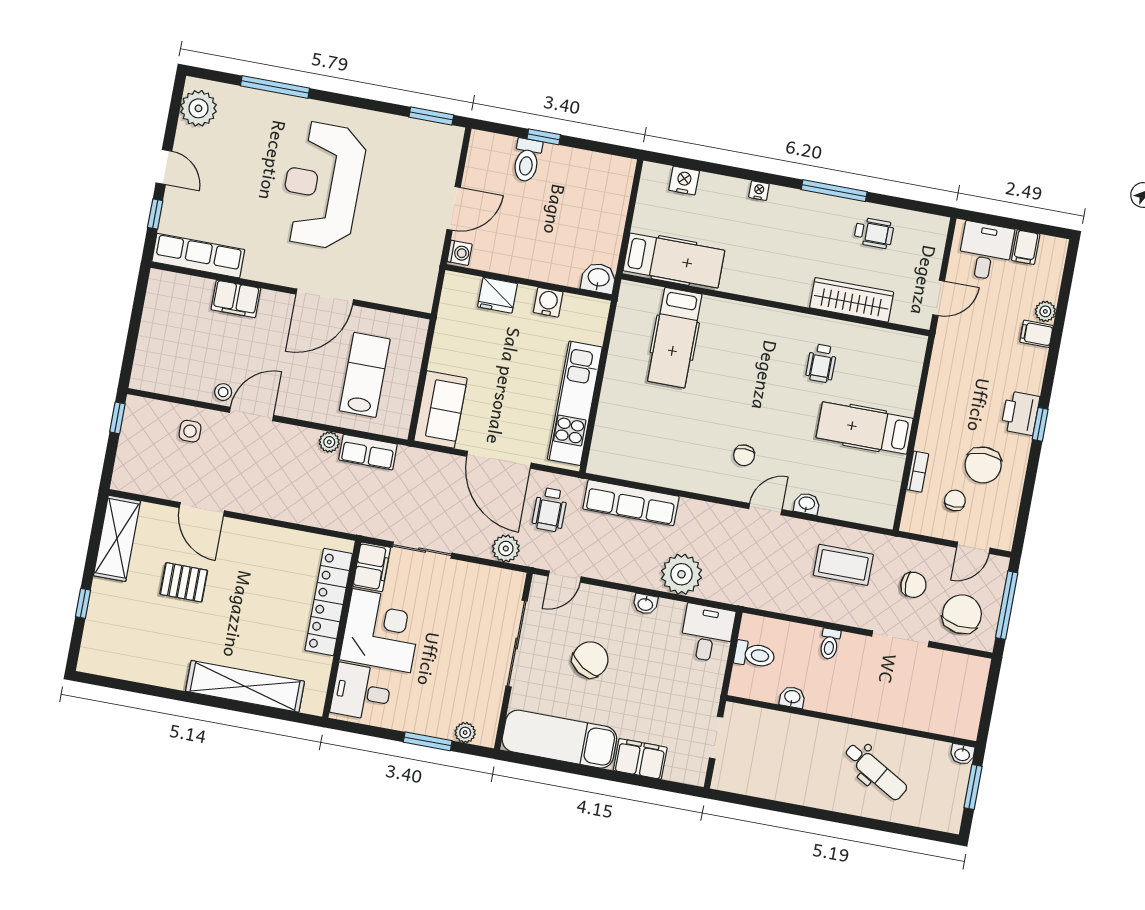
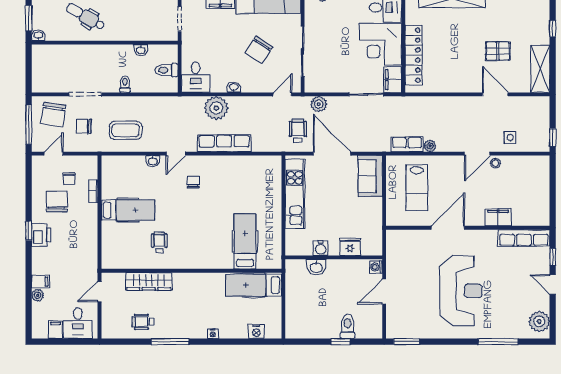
washbasin: (599, 278) -> (316, 267), moved
row of seats: (631, 503) -> (224, 143), moved

